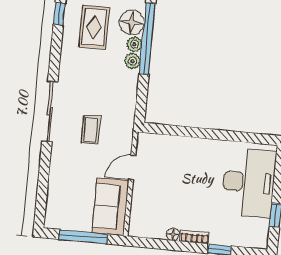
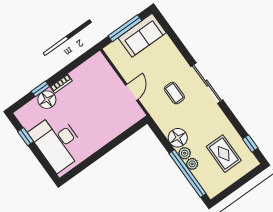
floor lamp: (132, 22) -> (178, 138), moved
sofa: (110, 207) -> (142, 35), moved, turned 90
floor lamp: (173, 234) -> (47, 100), moved, width x1.89, depth x1.89

